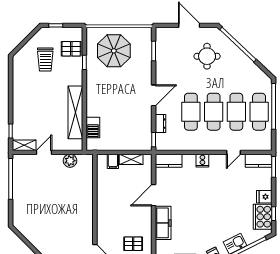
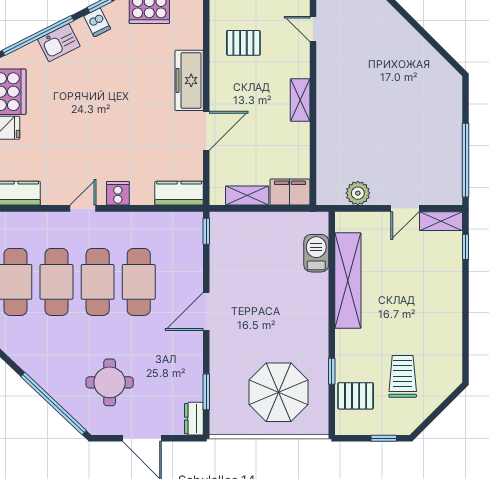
dresser: (160, 124) -> (194, 419), moved
door: (233, 152) -> (83, 208), moved
filing cabinet: (113, 161) -> (290, 192), width x2.00
shelving: (102, 212) -> (300, 100), added

